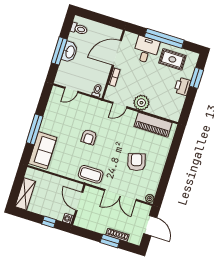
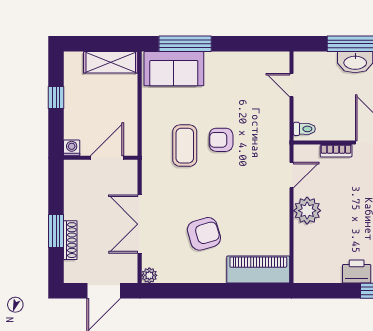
door: (120, 105) -> (292, 175), swing flipped
piano: (153, 125) -> (258, 269), moved, turned 90
window: (35, 129) -> (185, 44), moved
coffee table: (91, 174) -> (185, 146), moved
shelving: (25, 194) -> (111, 62), moved
window: (49, 222) -> (56, 98), moved

